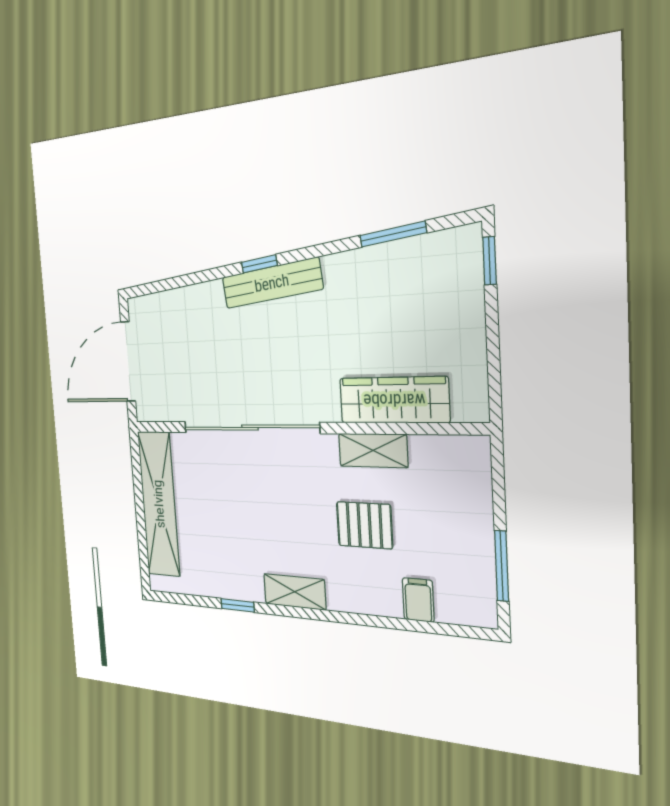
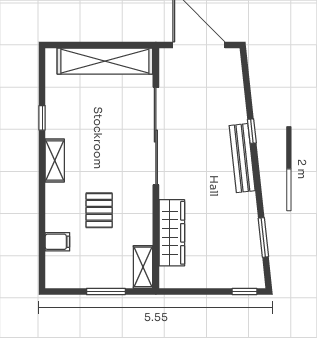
window: (259, 264) -> (252, 131), moved
shelving: (373, 450) -> (143, 267), moved
window: (502, 566) -> (106, 291), moved

